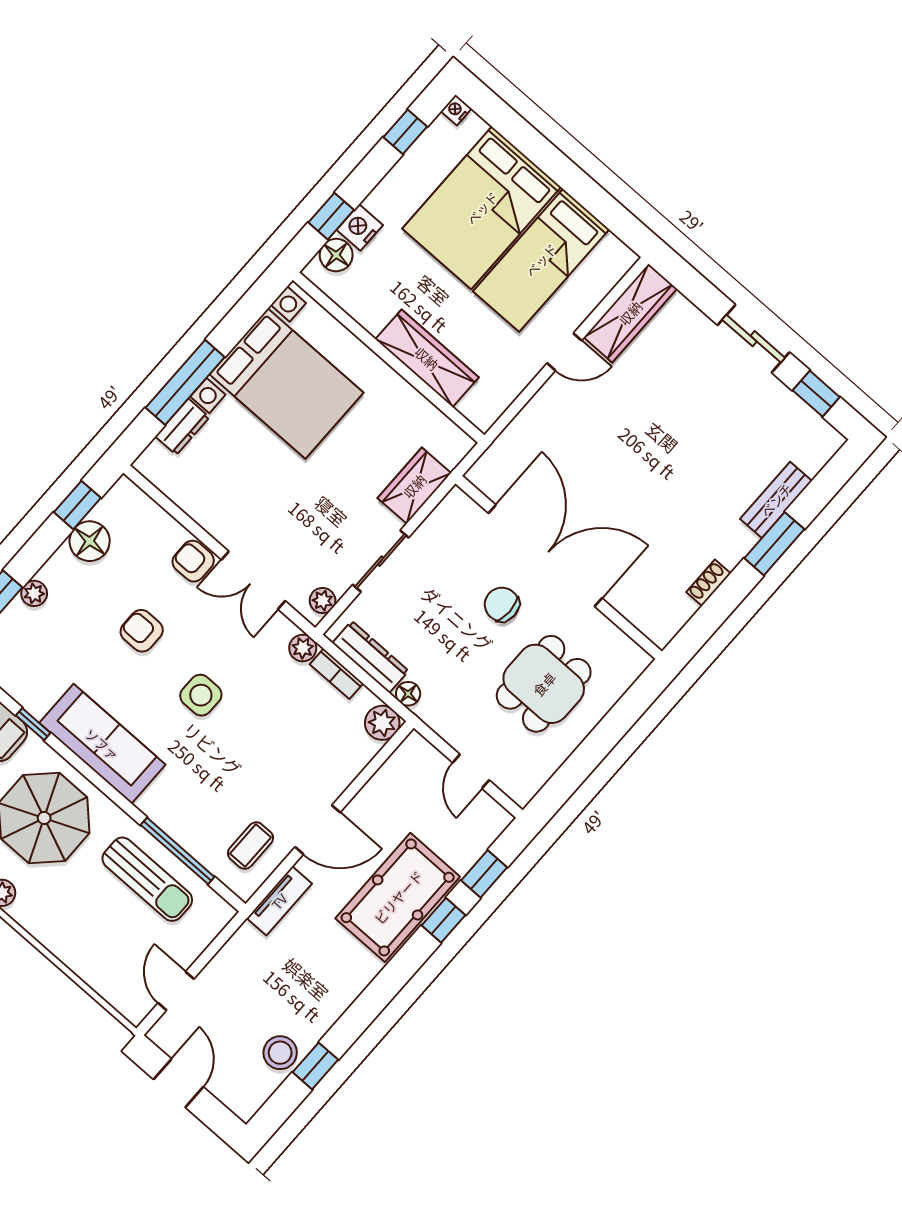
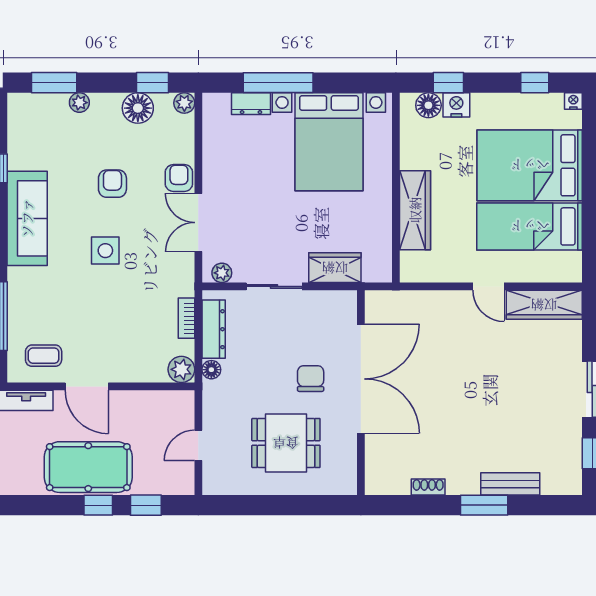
plant: (303, 648) -> (184, 103), moved

